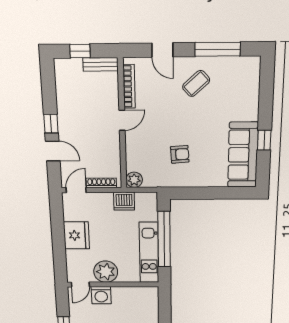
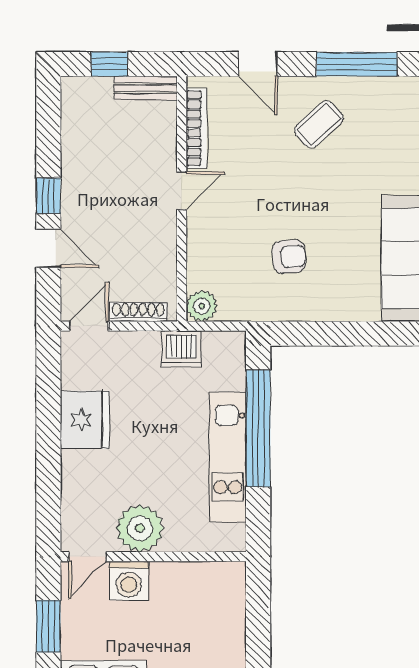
plant: (106, 272) -> (140, 528), moved
door: (80, 284) -> (87, 557), moved
wall: (113, 284) -> (153, 557), moved
washing machine: (101, 295) -> (129, 581), moved

